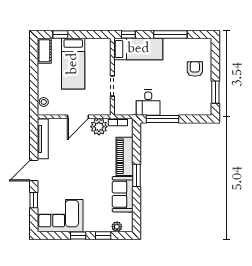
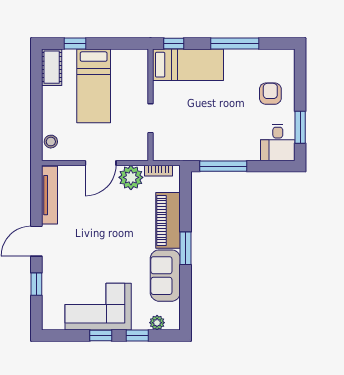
desk: (148, 103) -> (278, 143), moved
corner sofa: (60, 216) -> (98, 307), moved

